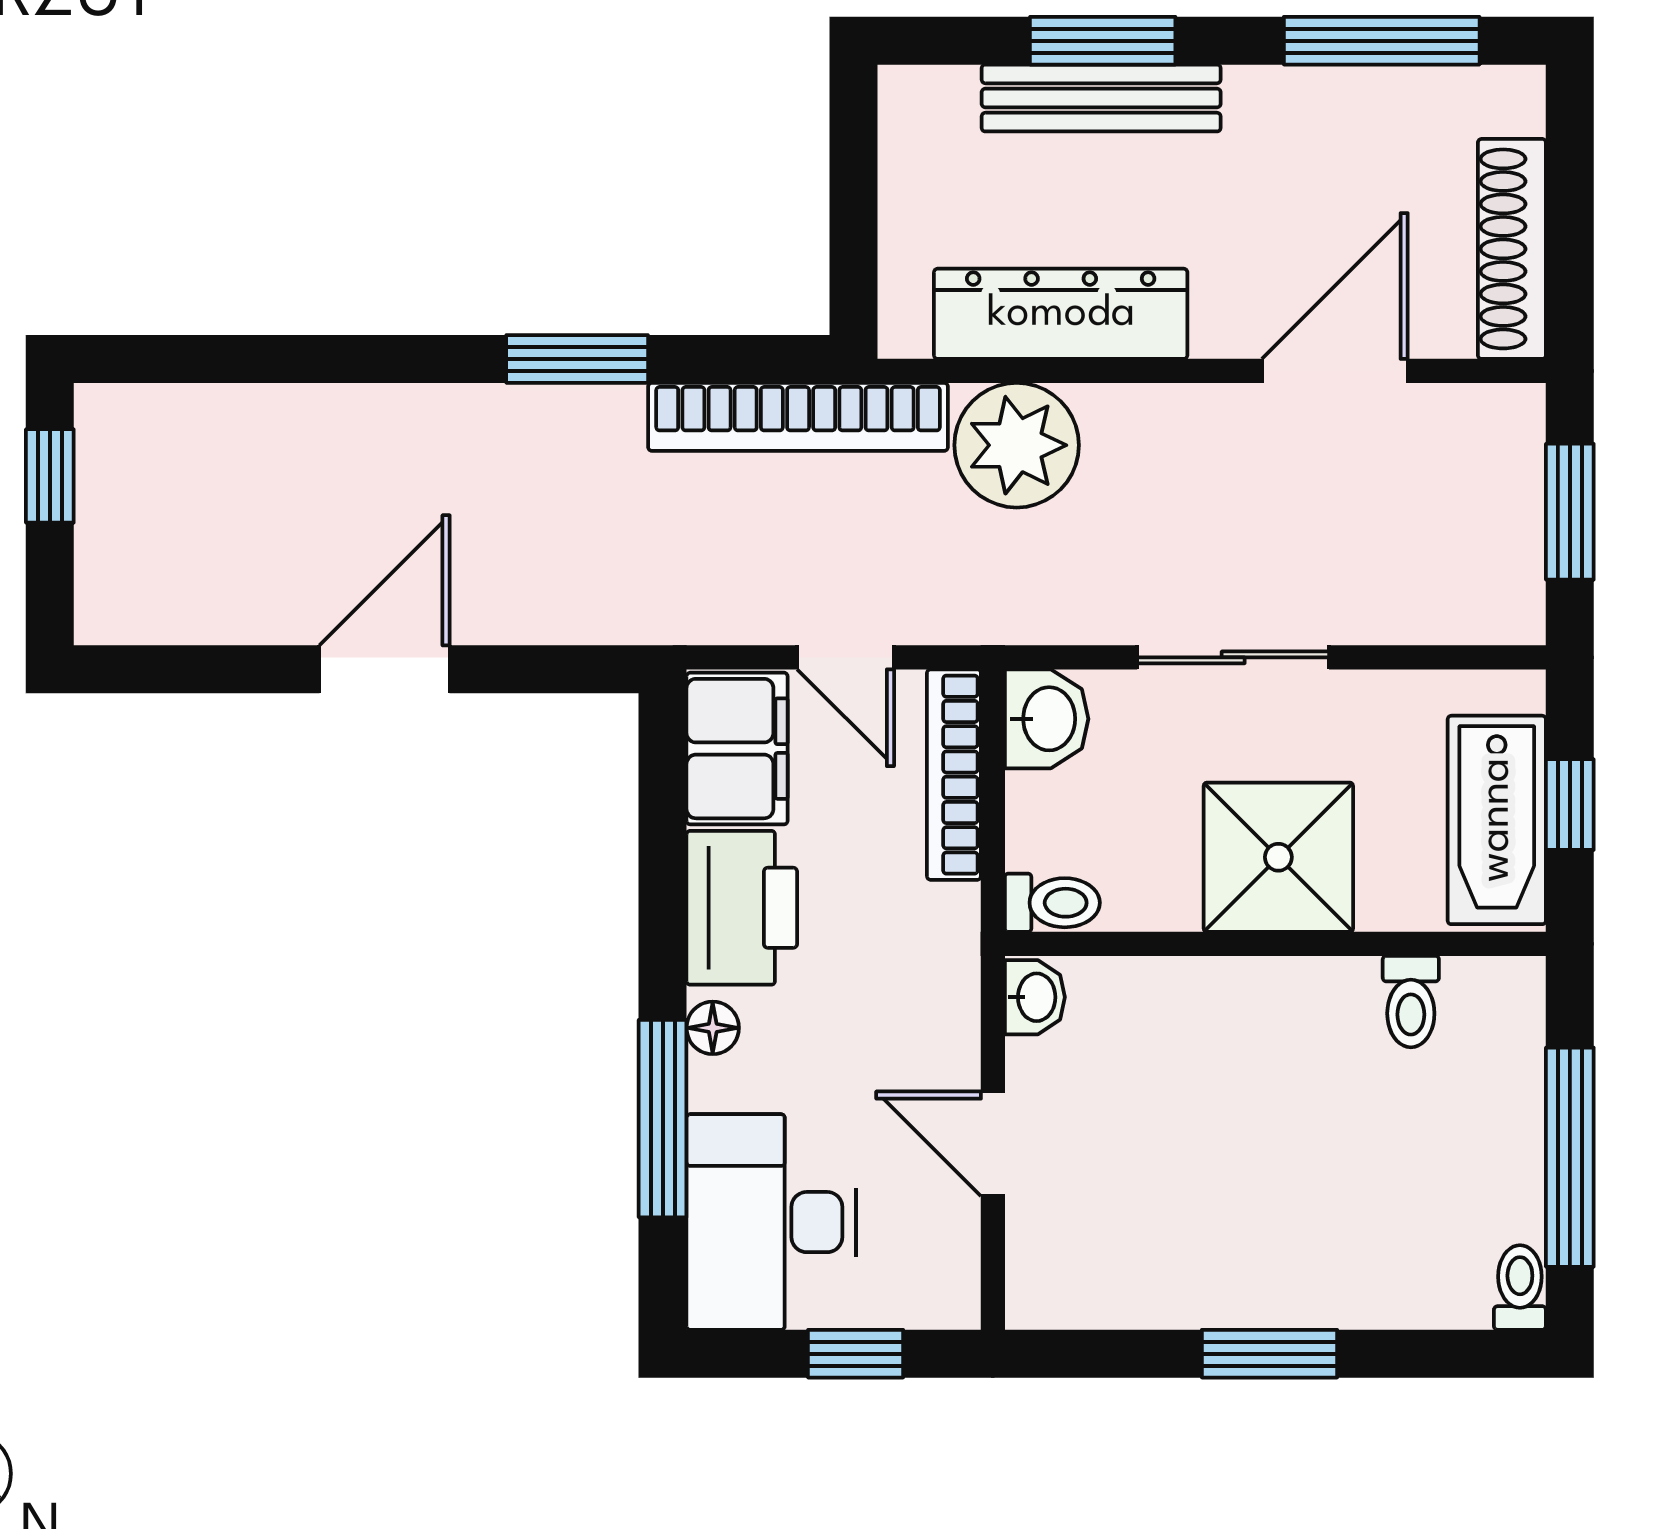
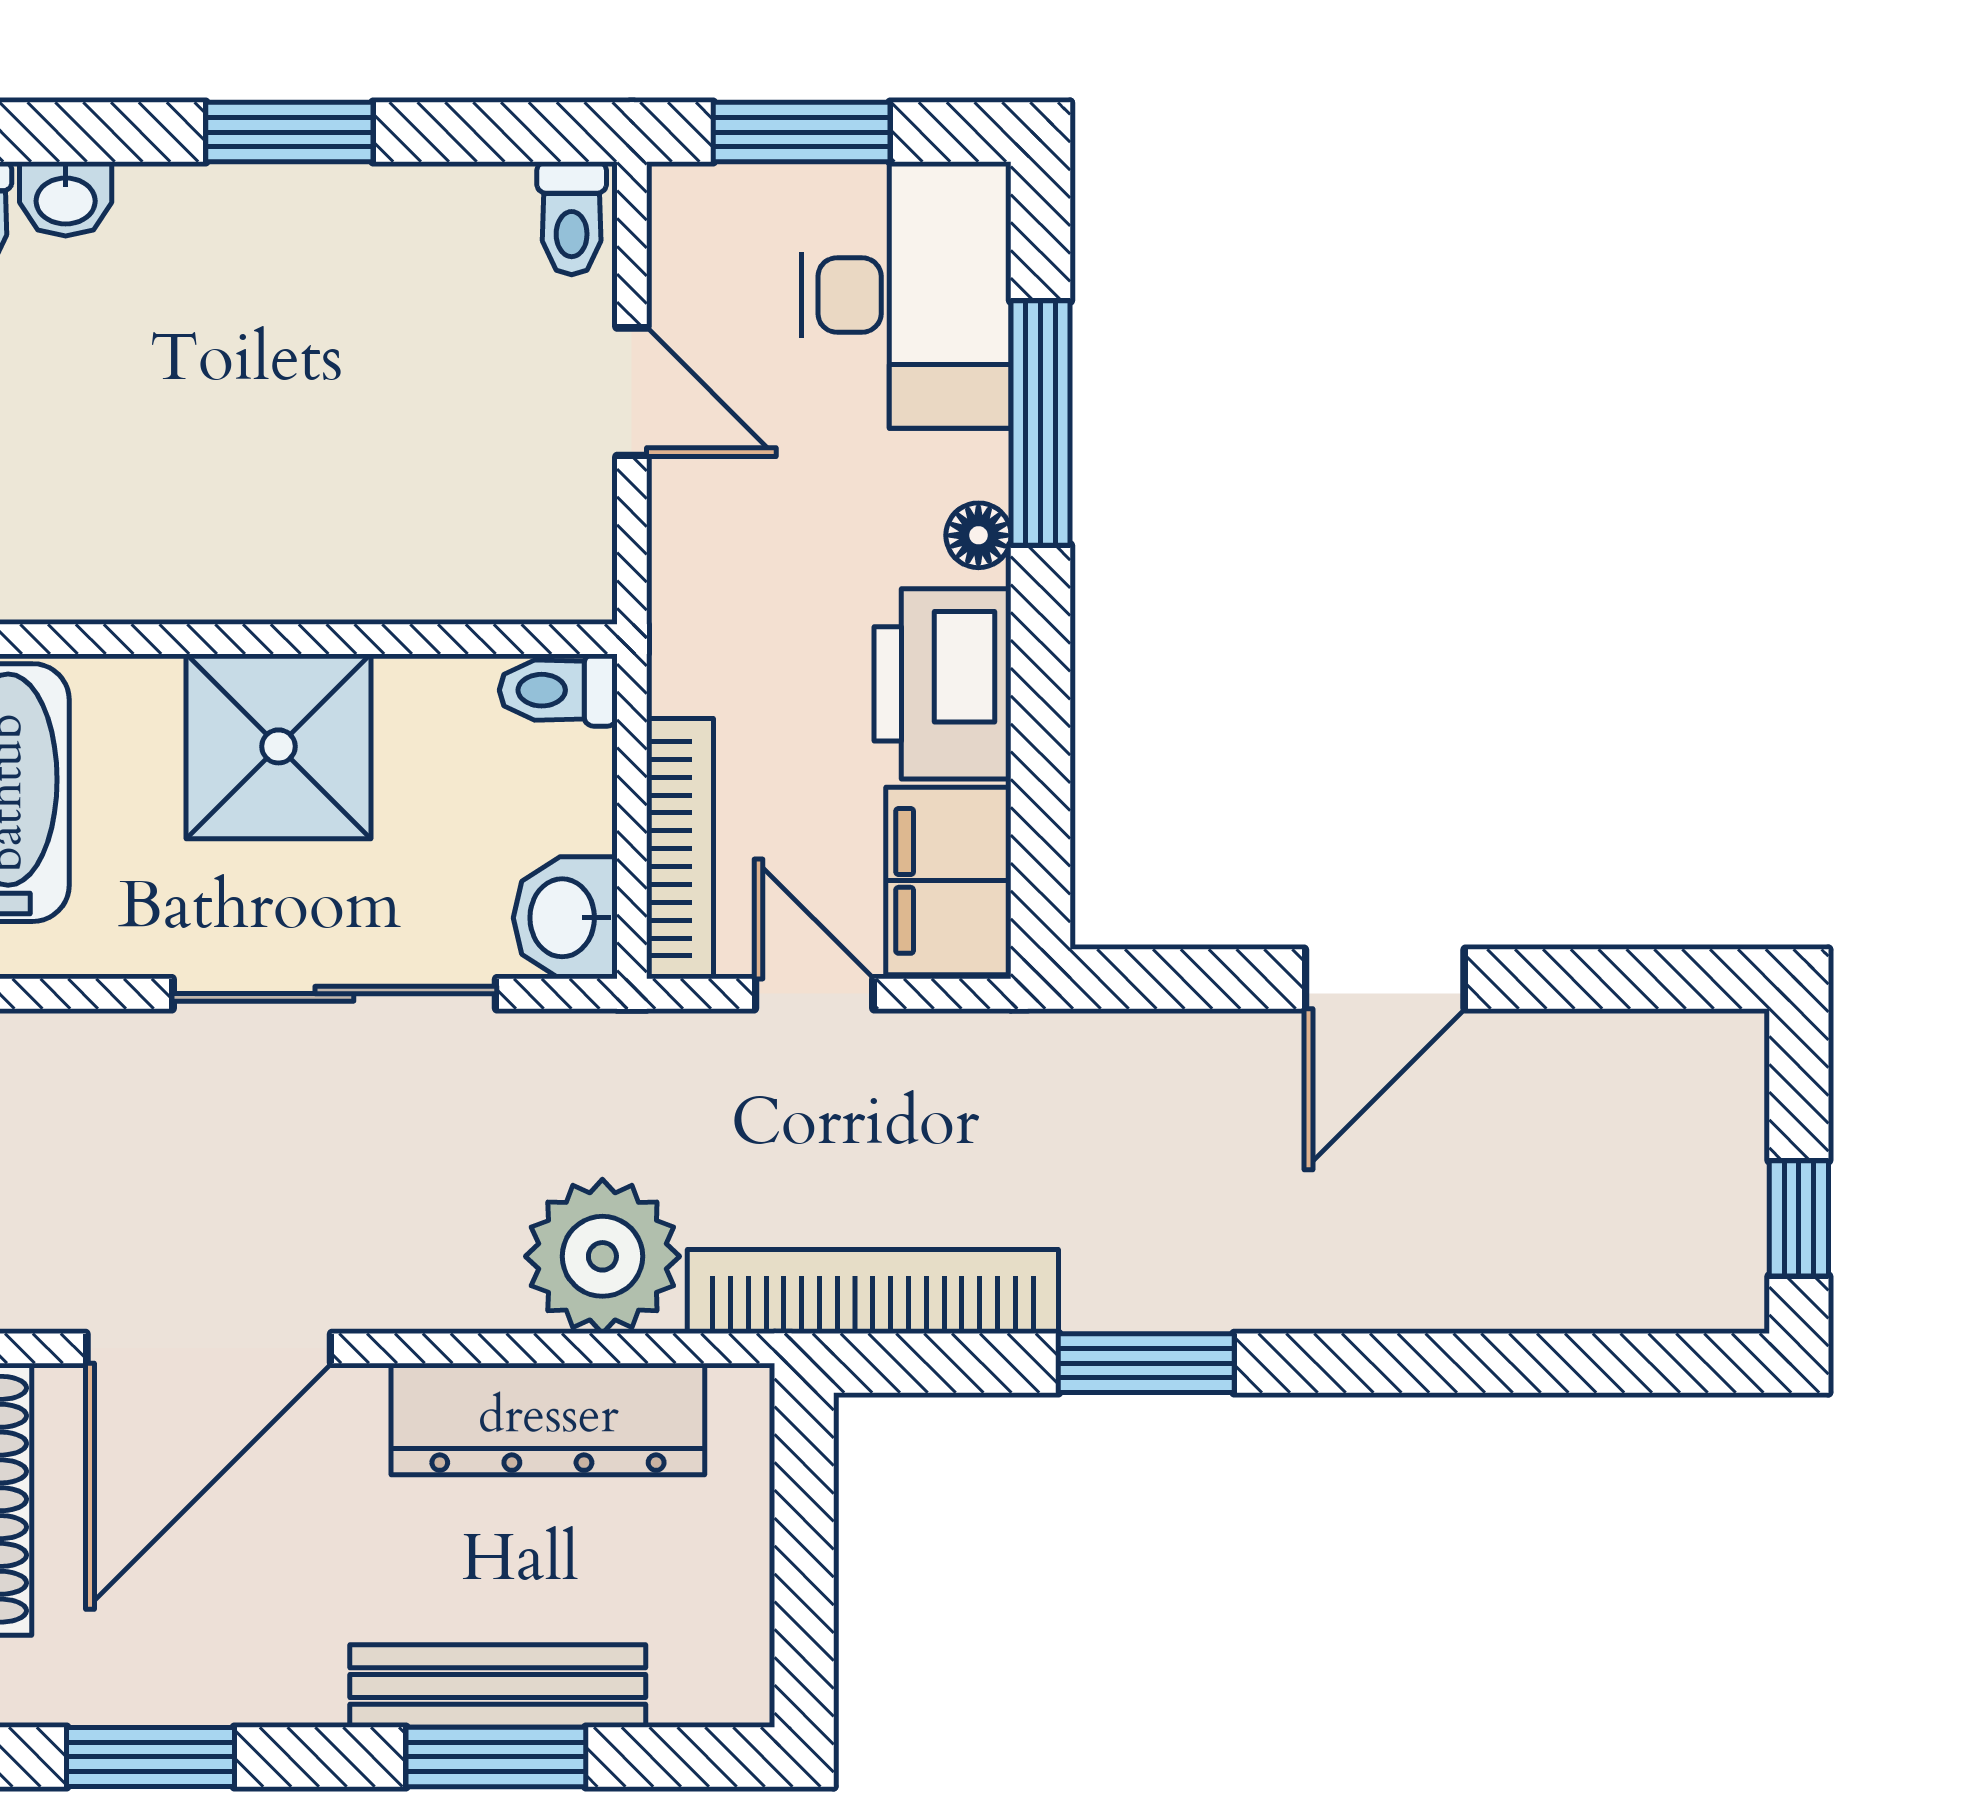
window: (1382, 41) -> (151, 1757), width x0.69
door: (1335, 371) -> (209, 1348), width x1.36
sliding door: (1233, 657) -> (334, 994), width x1.37
washbasin: (1035, 997) -> (66, 199), moved, turned -90
toilet: (1411, 1002) -> (572, 218), moved, turned 180
window: (856, 1354) -> (802, 132), width x1.50

